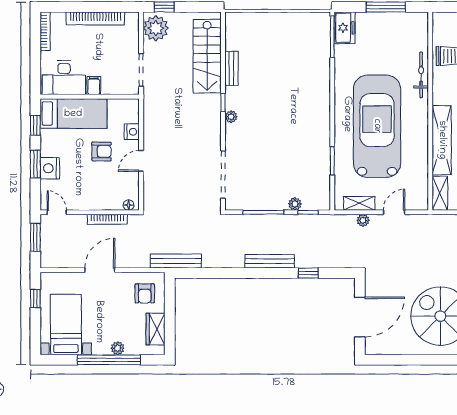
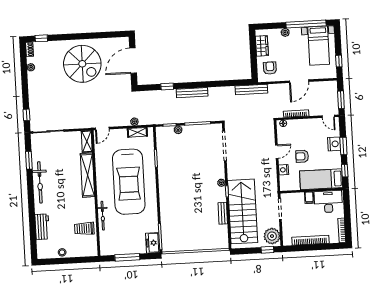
stairs: (207, 56) -> (243, 211), width x1.36, depth x1.51
door: (394, 212) -> (102, 129), moved
window: (109, 360) -> (306, 24), moved

